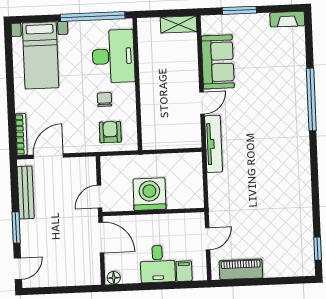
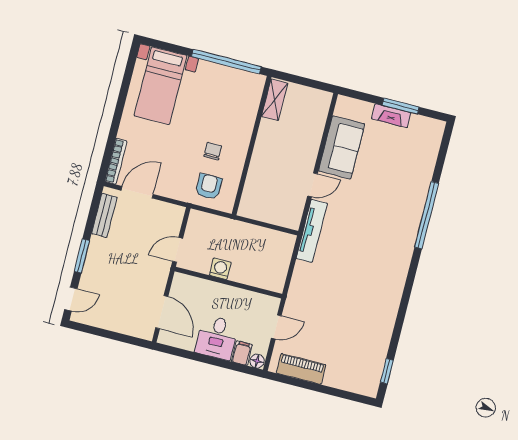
window: (239, 10) -> (401, 106), moved
fireplace: (287, 19) -> (391, 116), moved
shelving: (179, 24) -> (275, 100), moved, turned 90
desk: (113, 56) -> (235, 109), removed
bench: (26, 192) -> (104, 215), width x0.73
washing machine: (149, 194) -> (220, 269), width x0.53, depth x0.53
door: (101, 238) -> (162, 312), moved
floor lamp: (114, 278) -> (257, 361), moved

